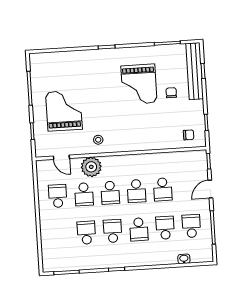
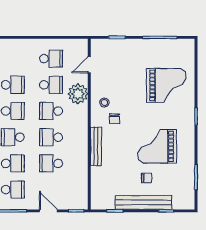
bench: (195, 71) -> (143, 203), moved
grand piano: (64, 111) -> (166, 85), moved
chair: (189, 135) -> (115, 119), moved
bench: (143, 145) -> (96, 146), added
school desk: (84, 194) -> (51, 85), turned 180

